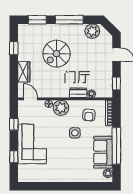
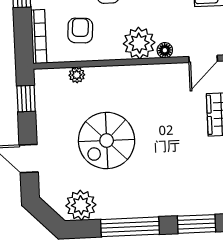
spiral stairs: (57, 54) -> (107, 141), moved, turned 180
dresser: (78, 93) -> (105, 76), removed
door: (31, 99) -> (203, 59), hinge flipped

